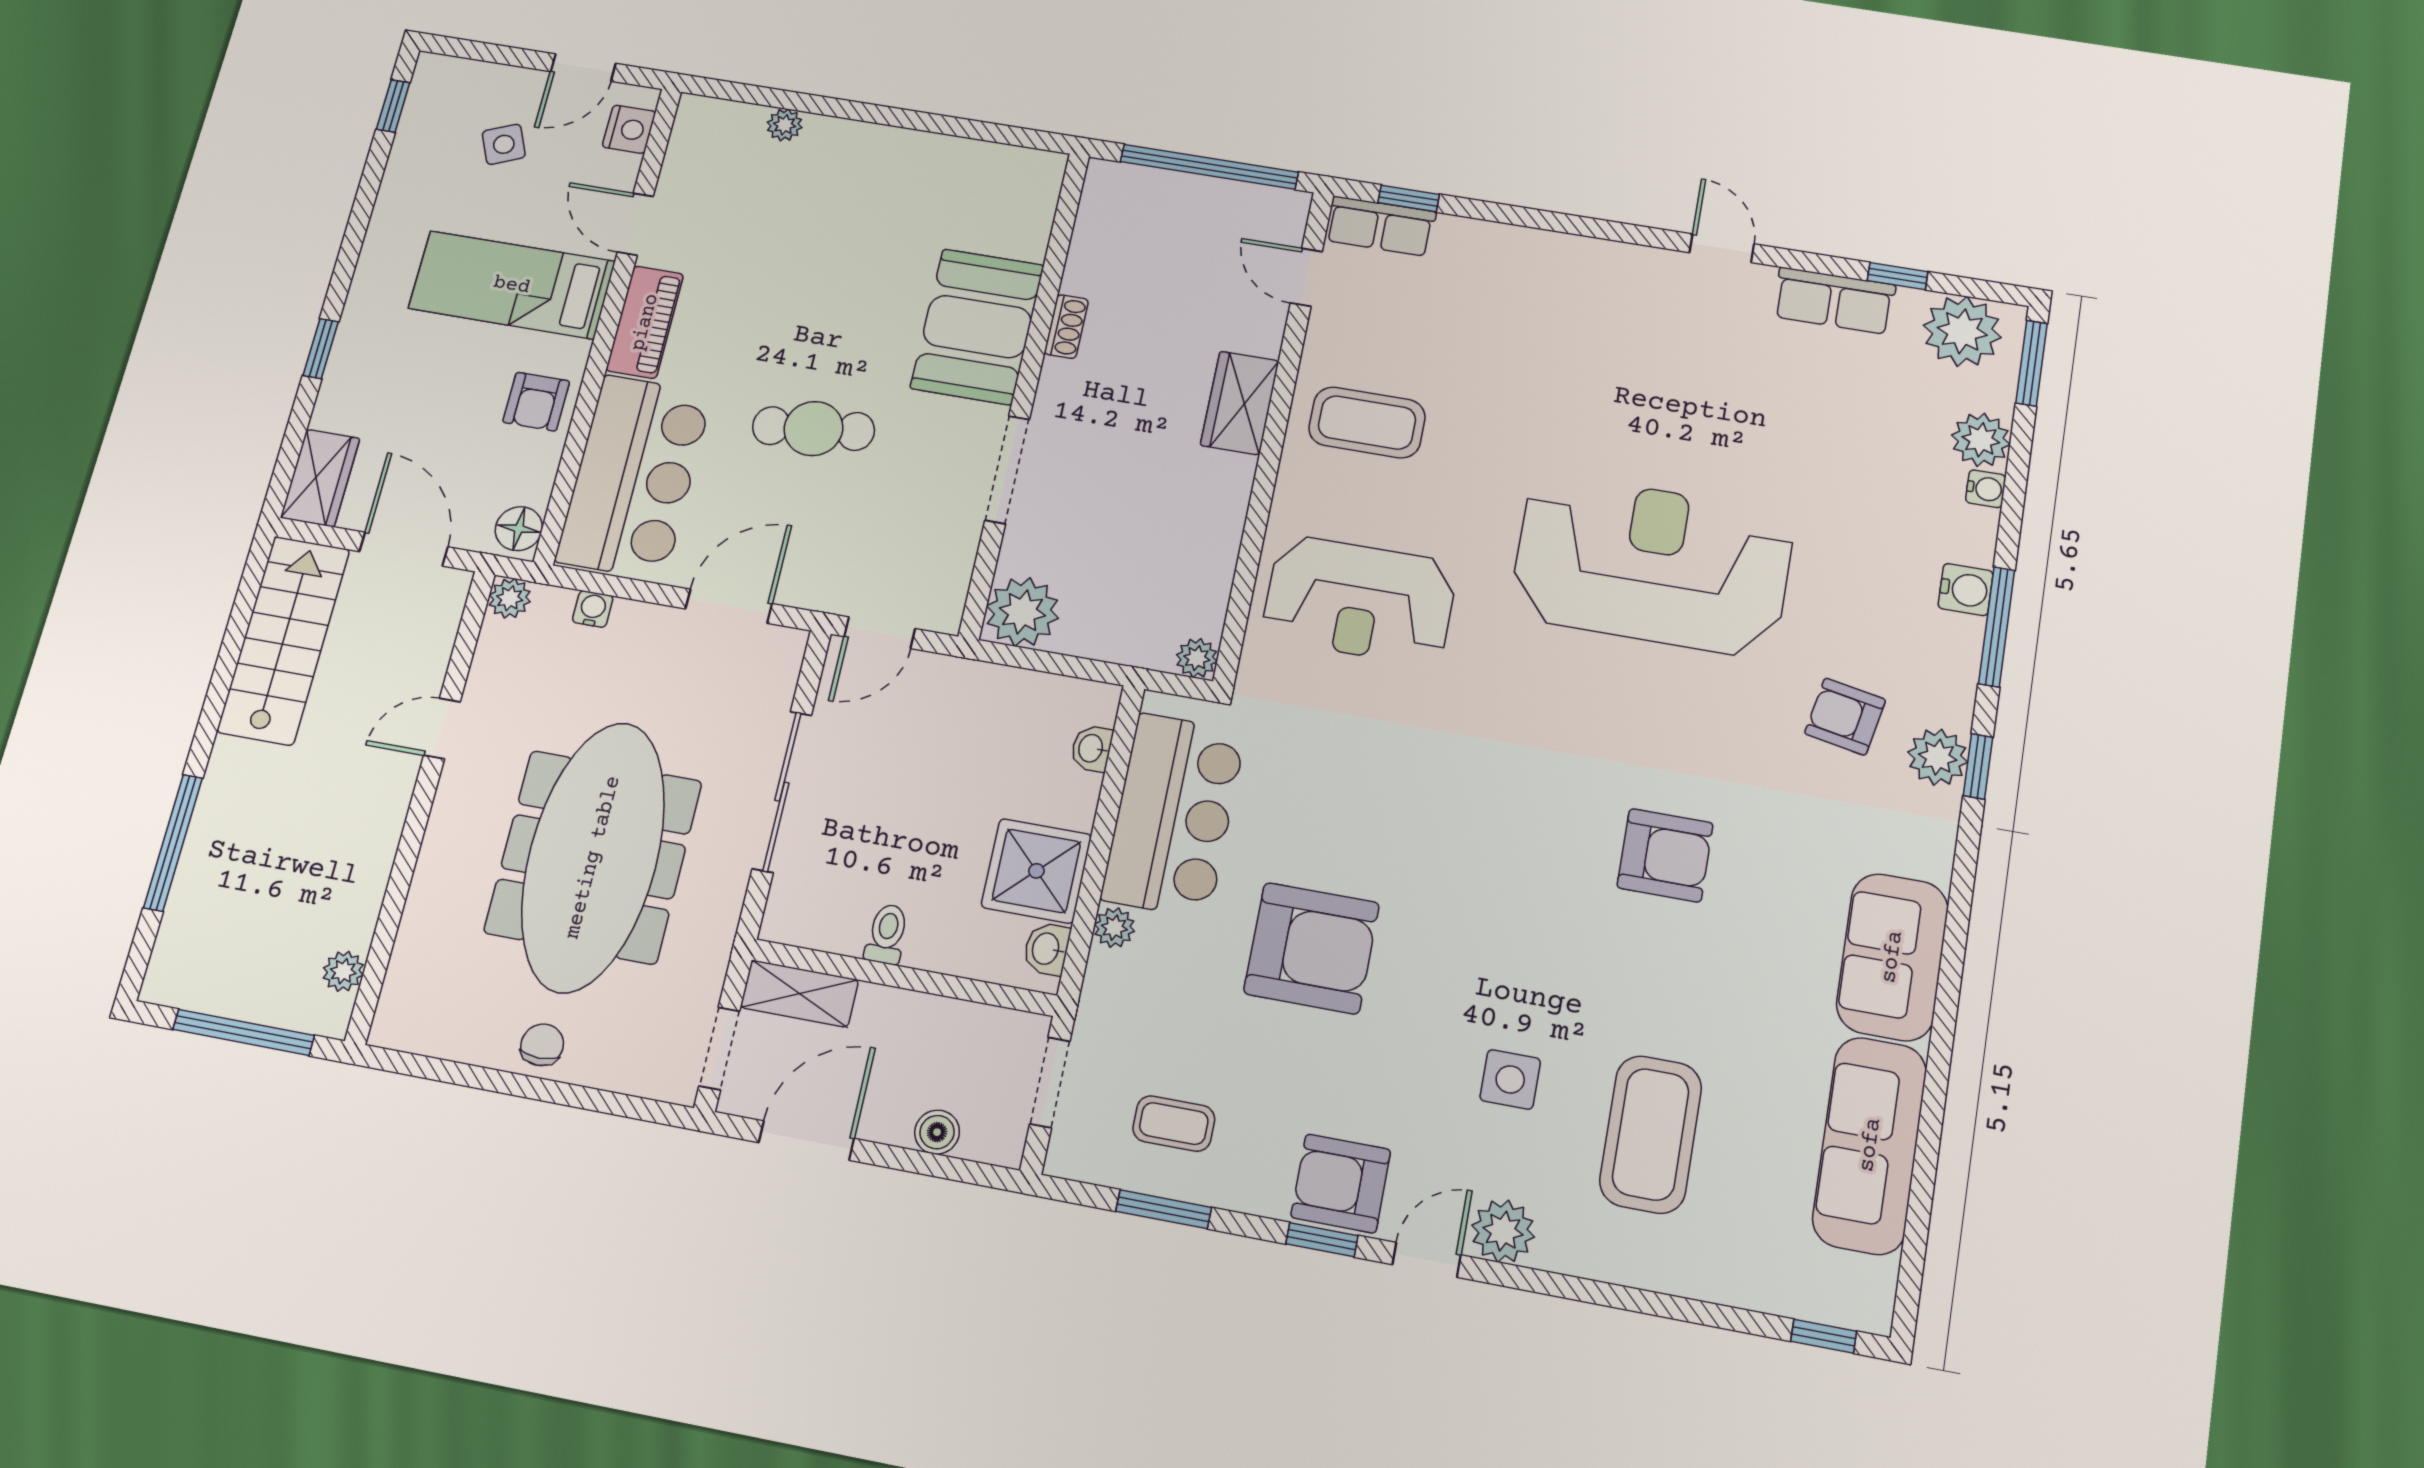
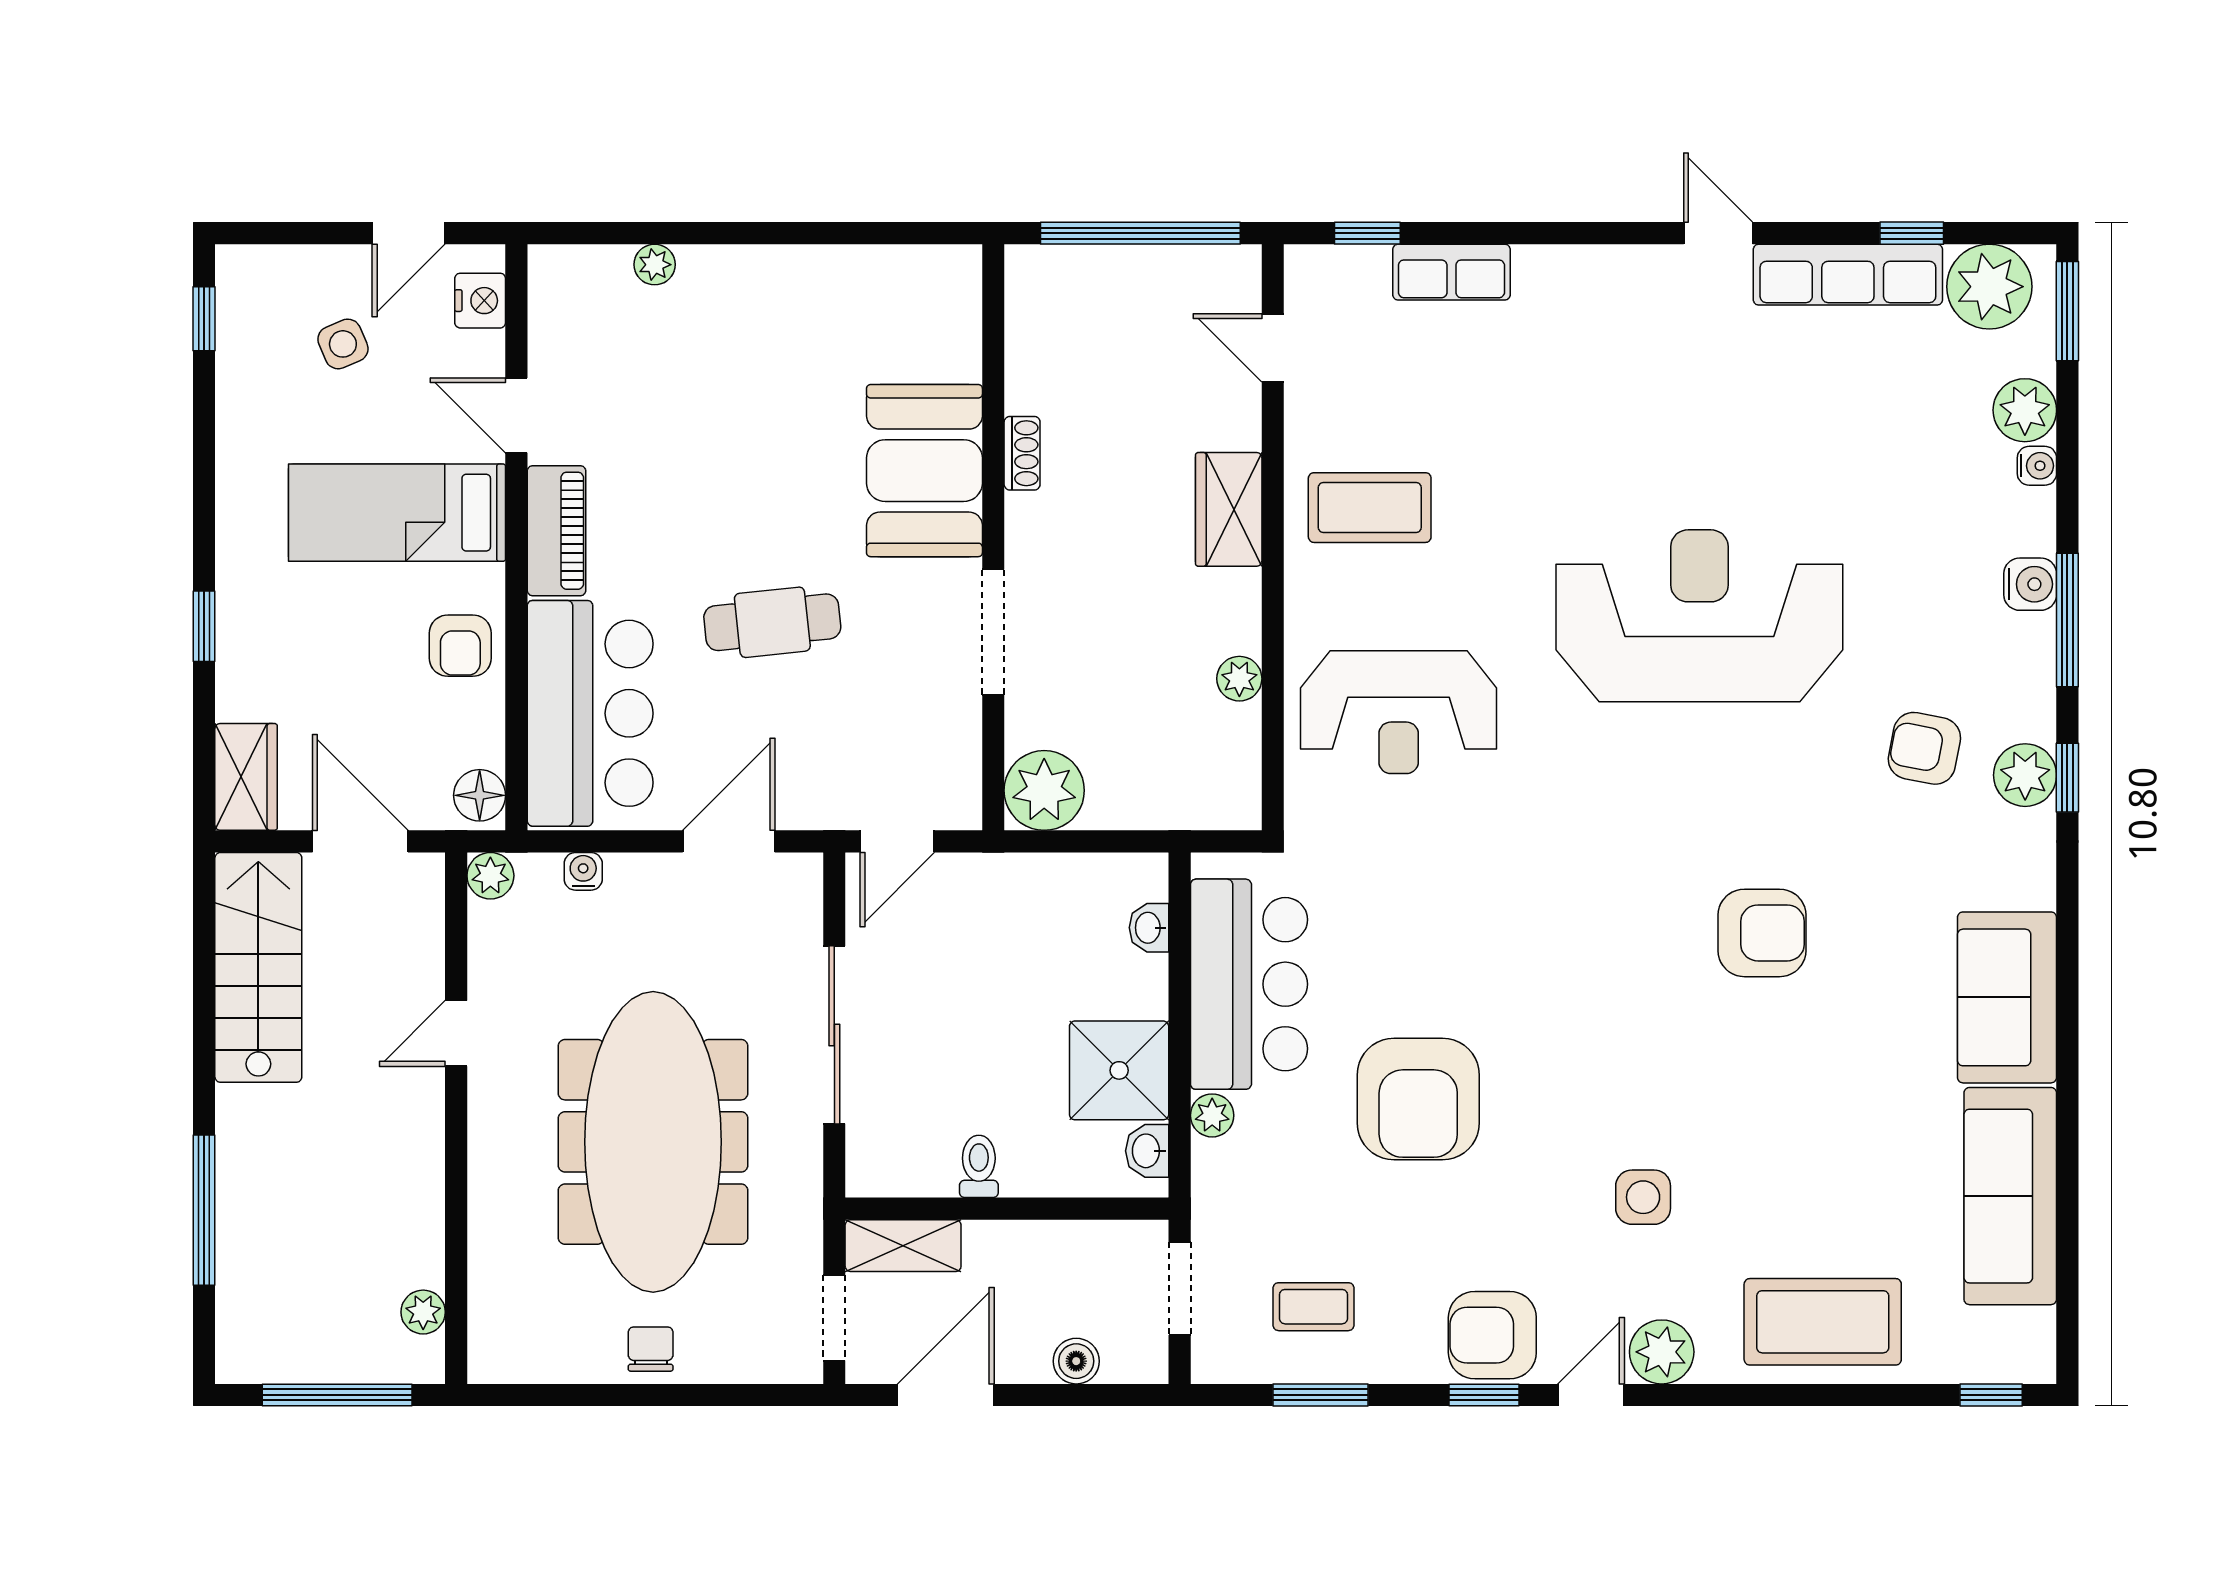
row of seats: (1380, 226) -> (1451, 272), moved
row of seats: (1834, 301) -> (1848, 275), width x1.48
plant: (1197, 658) -> (1239, 679), moved
armchair: (1312, 948) -> (1418, 1099), turned 90
coffee table: (1651, 1134) -> (1823, 1322), moved, turned 90

